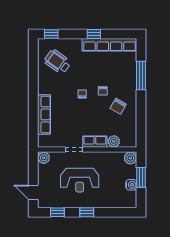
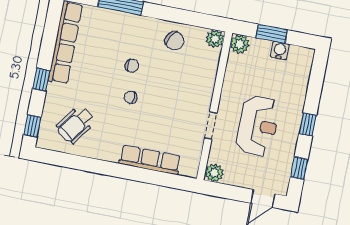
window: (94, 34) -> (41, 80), moved
chair: (118, 106) -> (174, 41), moved
plant: (114, 141) -> (215, 39), moved
row of seats: (95, 142) -> (205, 92), removed

